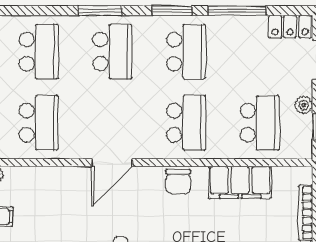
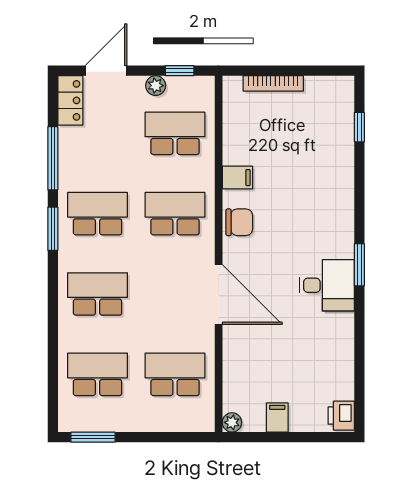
window: (100, 11) -> (53, 307), removed
door: (112, 163) -> (219, 294), width x1.36
filing cabinet: (240, 182) -> (237, 178), width x0.33, depth x0.86

